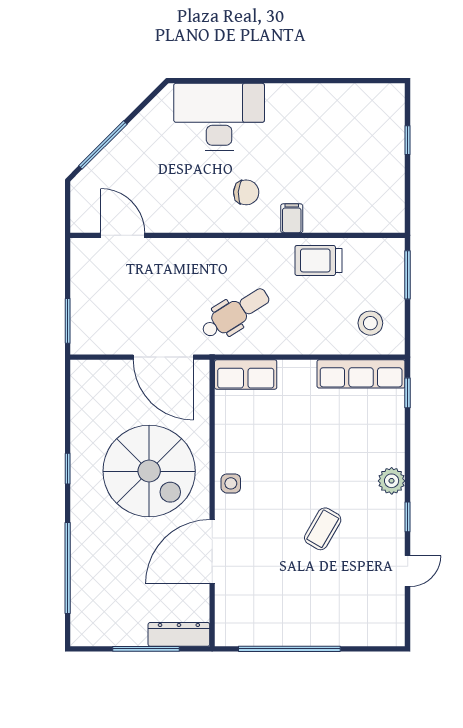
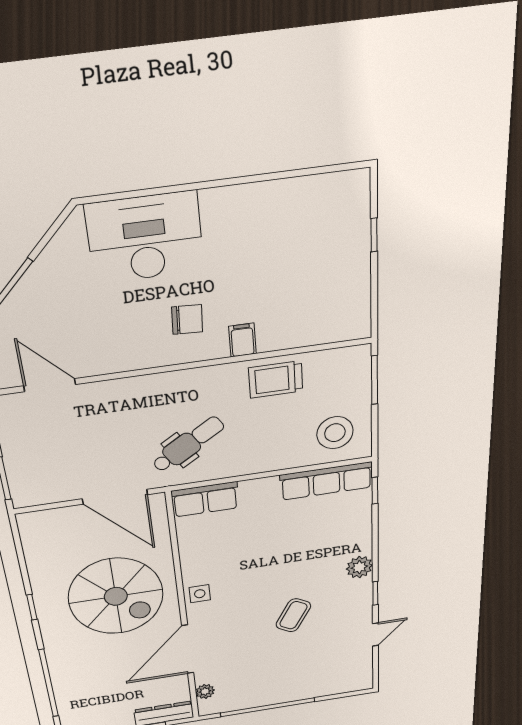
stool: (370, 323) -> (335, 433), width x1.38, depth x1.38
plant: (225, 612) -> (205, 691), added

